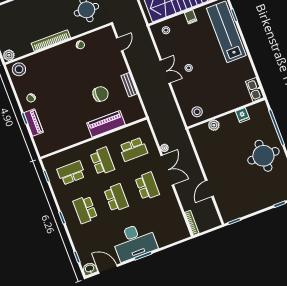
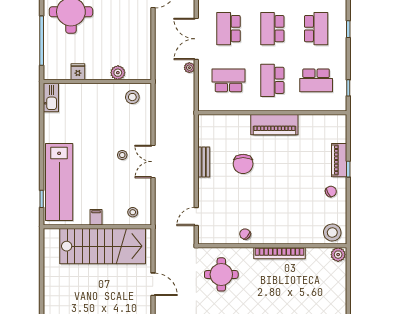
chair: (101, 94) -> (243, 164), turned -90
piano: (106, 124) -> (274, 125), moved

